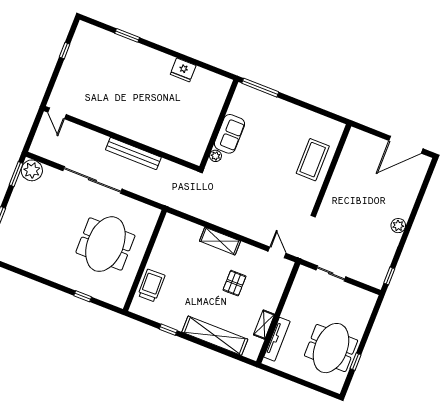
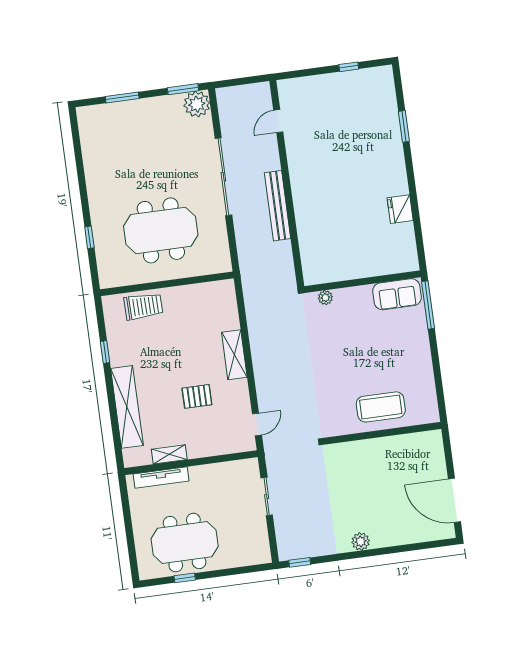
door: (57, 113) -> (278, 121), moved
sofa: (229, 134) -> (397, 294), moved

